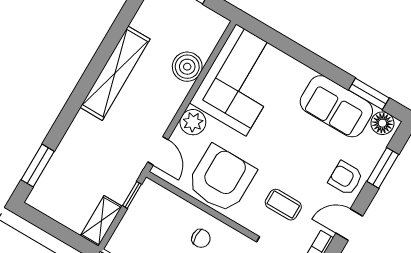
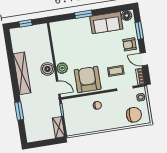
boiler: (187, 67) -> (48, 69), moved
corner sofa: (241, 80) -> (67, 40), removed
window: (369, 94) -> (84, 14), moved
window: (38, 166) -> (19, 111), moved
door: (349, 225) -> (144, 59), hinge flipped

